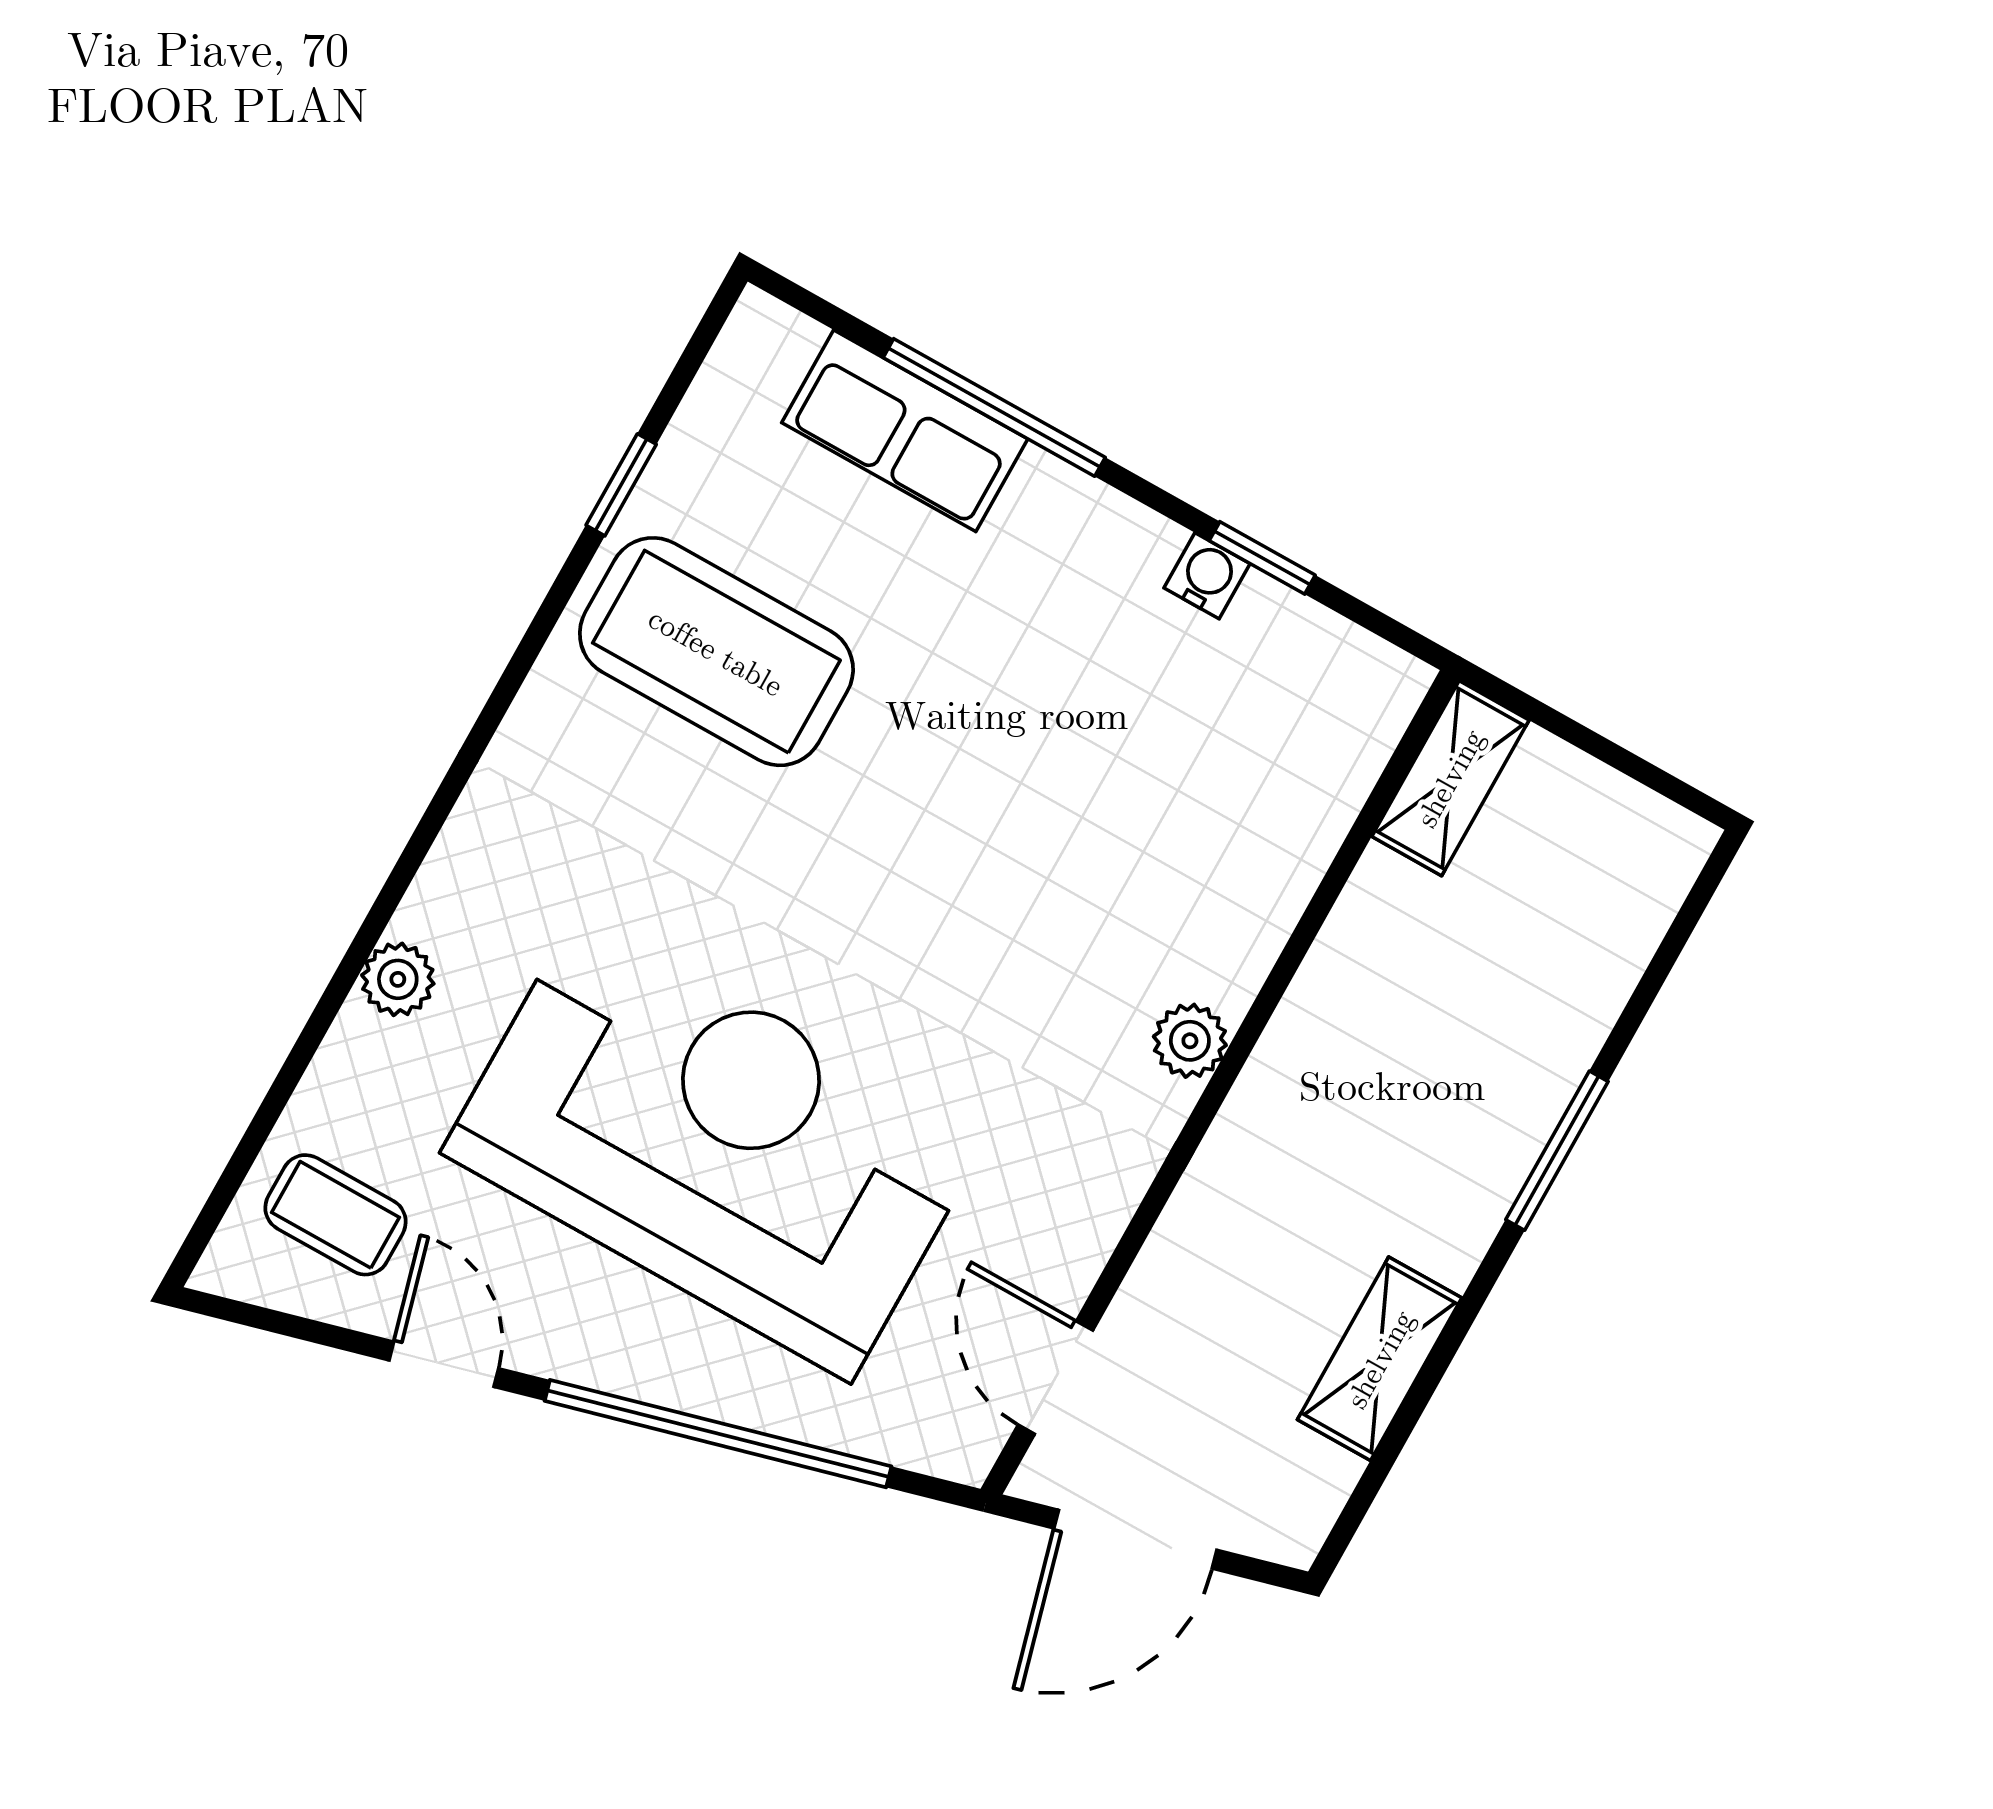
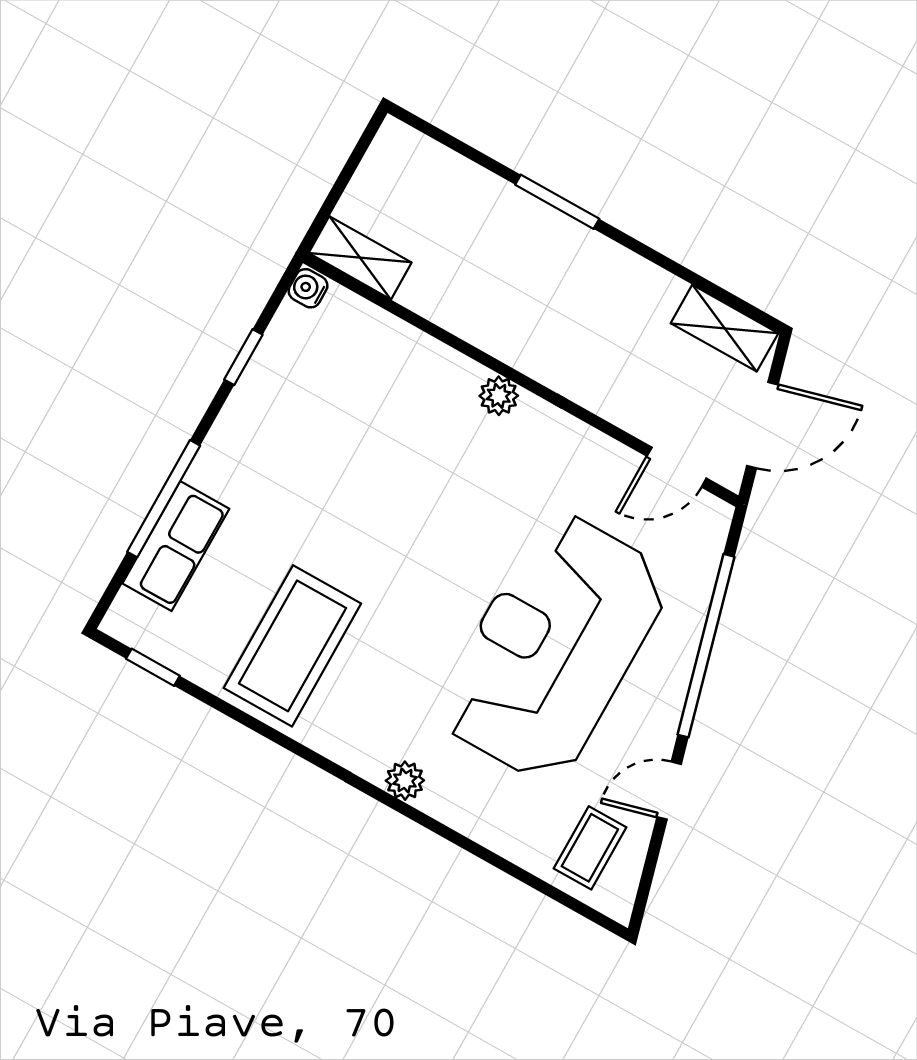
window: (621, 485) -> (153, 667), moved
water cooler: (1207, 576) -> (308, 288), moved
plant: (398, 979) -> (405, 781), moved
shelving: (1380, 1359) -> (725, 328), moved
door: (1135, 1539) -> (762, 425), hinge flipped

